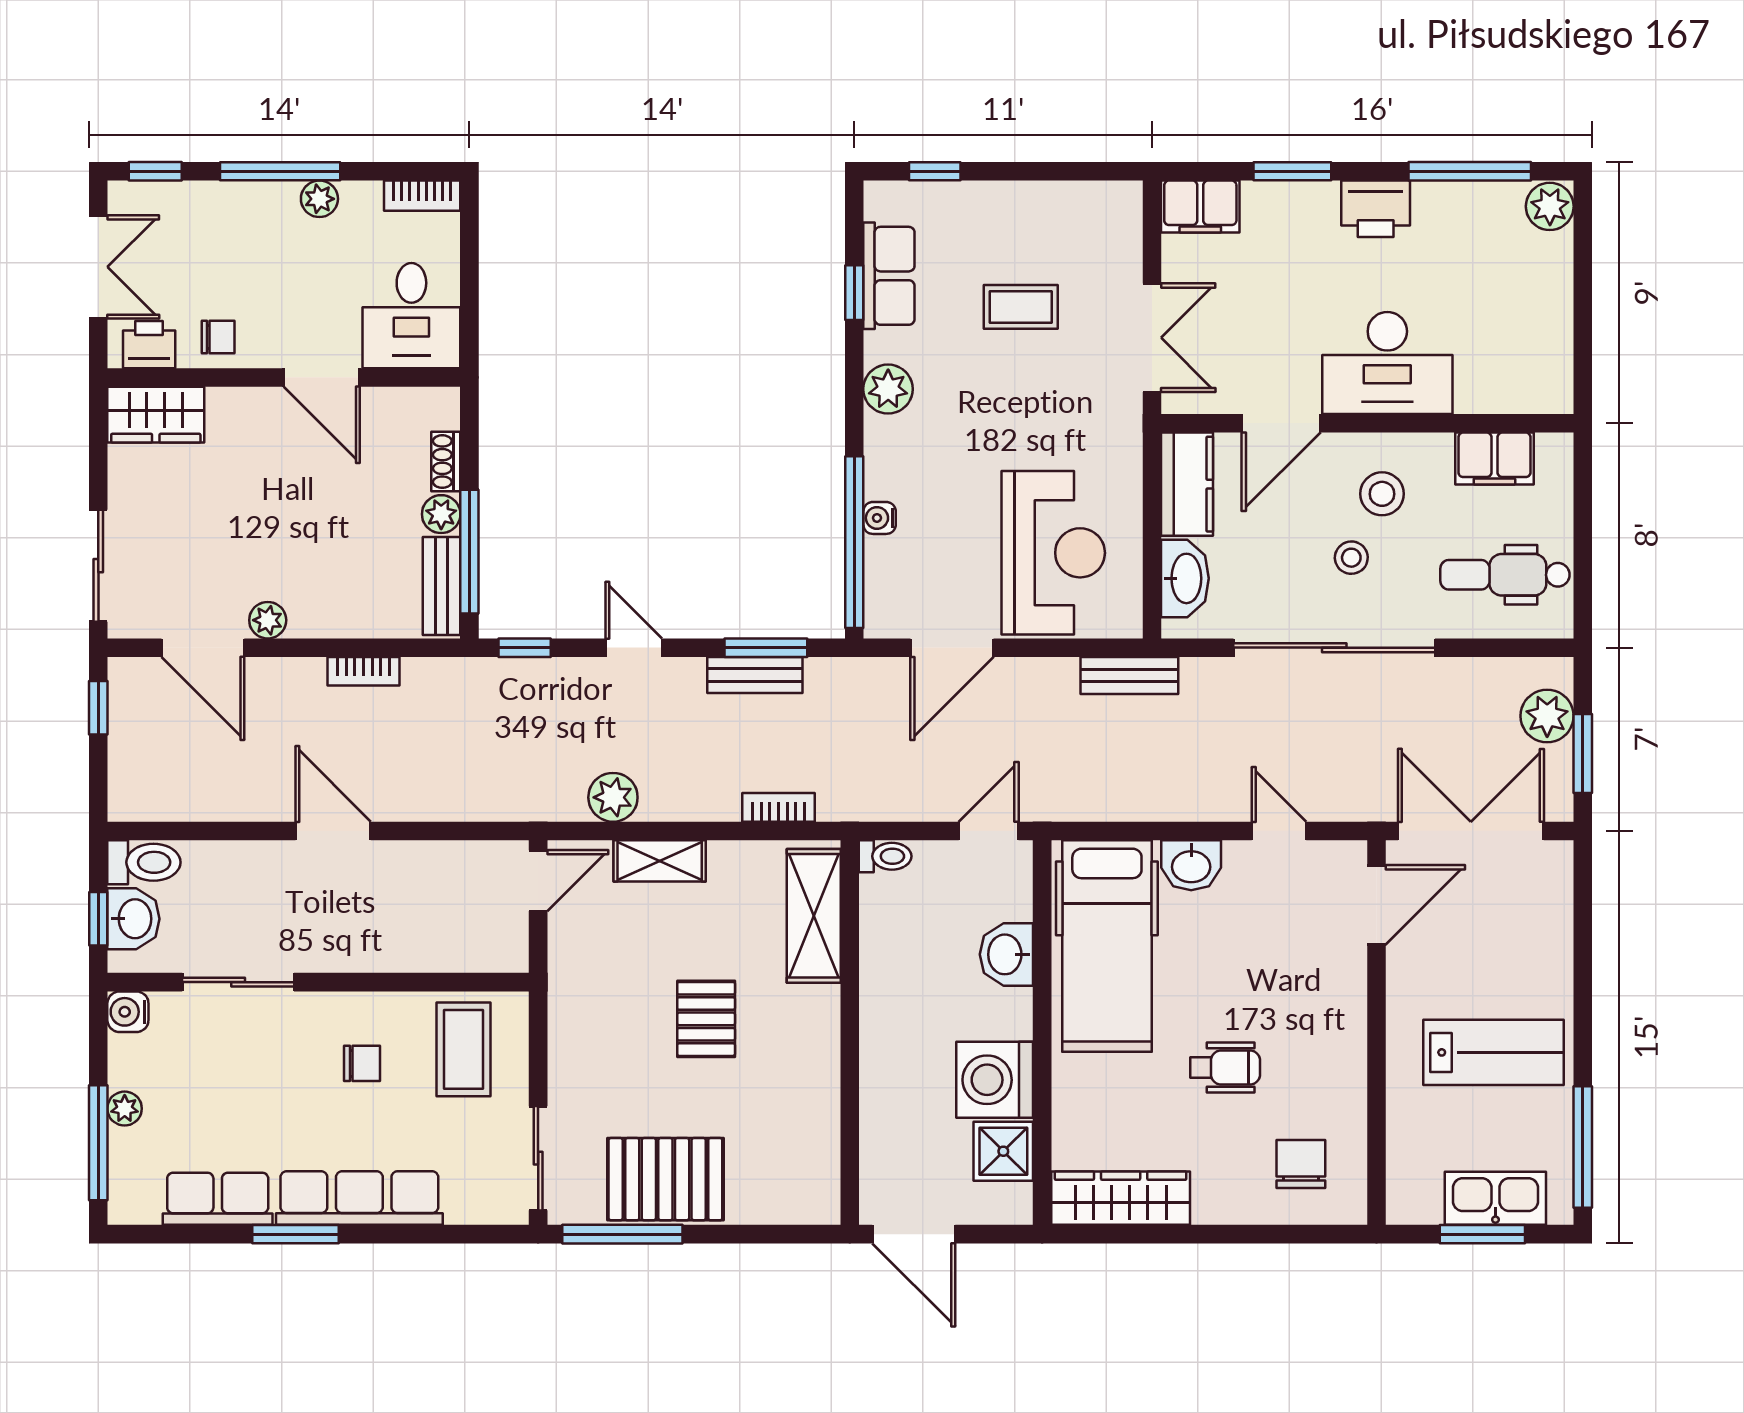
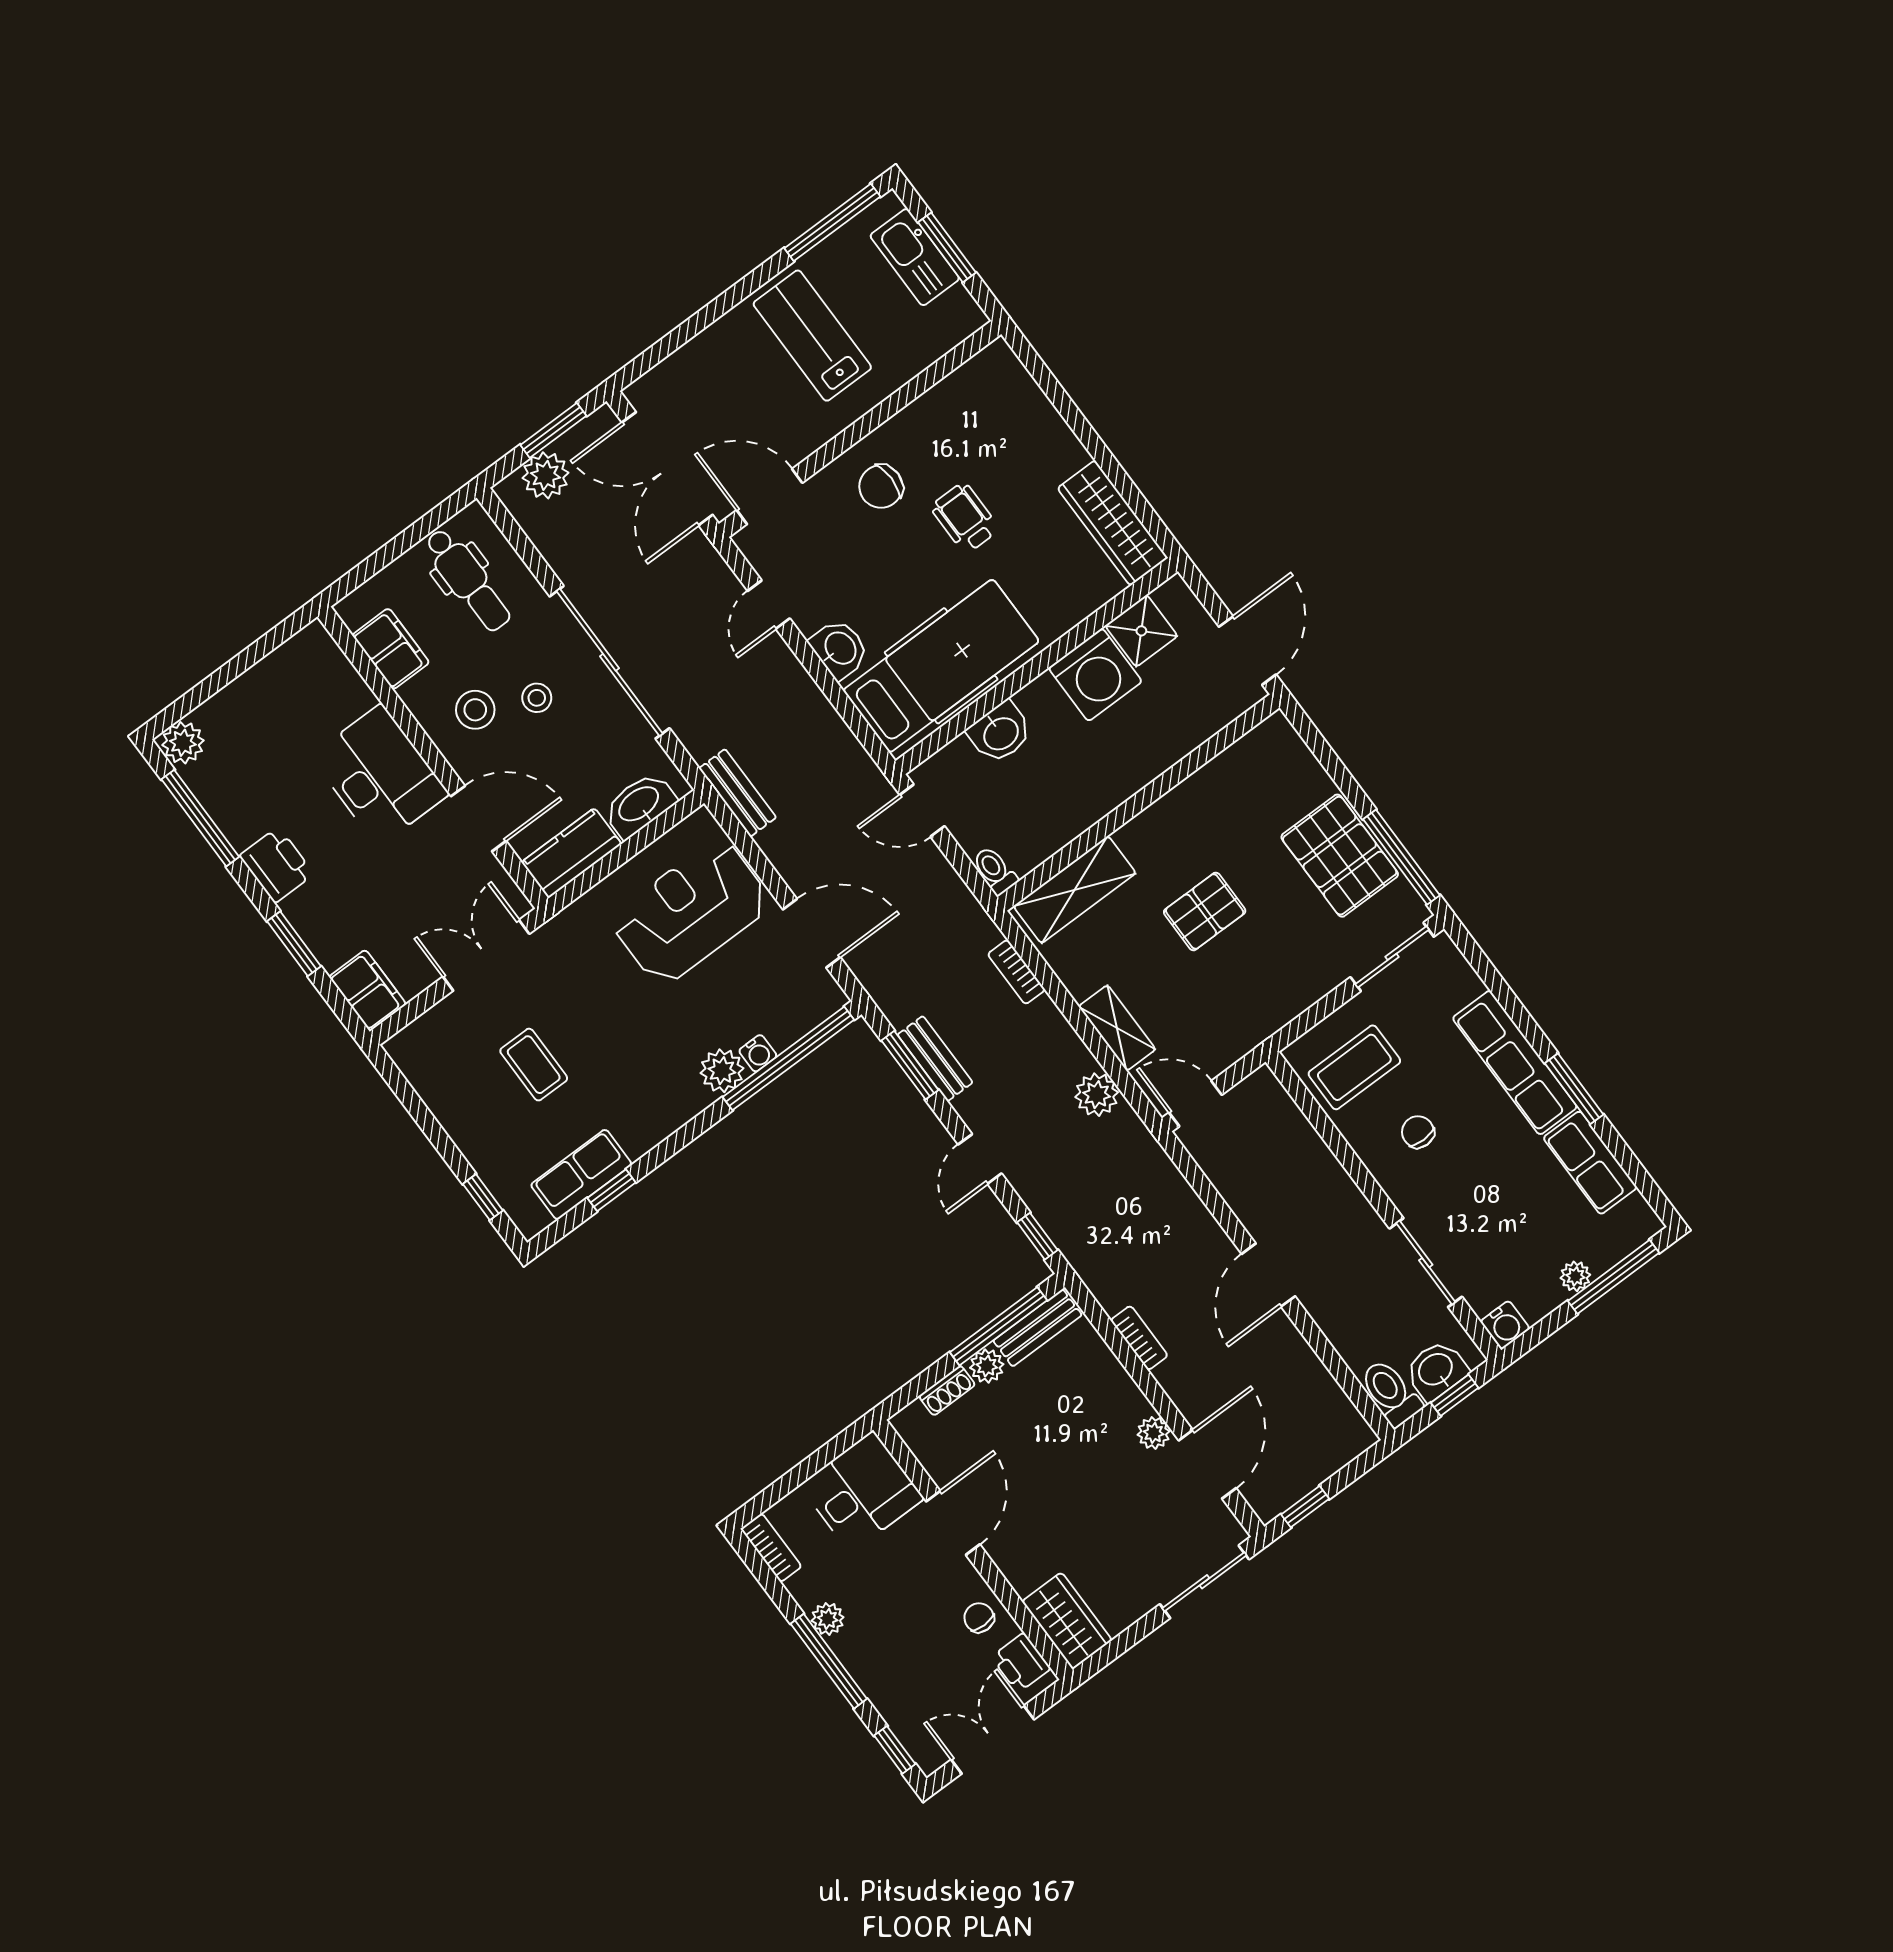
plant: (888, 389) -> (722, 1071), moved
chair: (1301, 1164) -> (881, 486), moved

